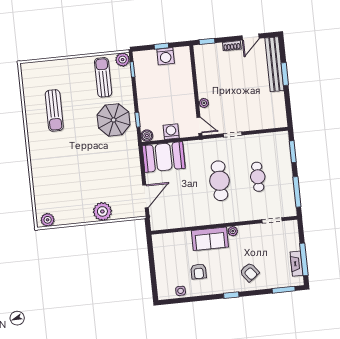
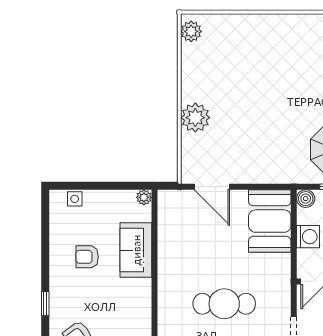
plant: (233, 231) -> (144, 197), moved
sofa: (210, 239) -> (136, 250), moved
side table: (181, 291) -> (75, 199), moved

